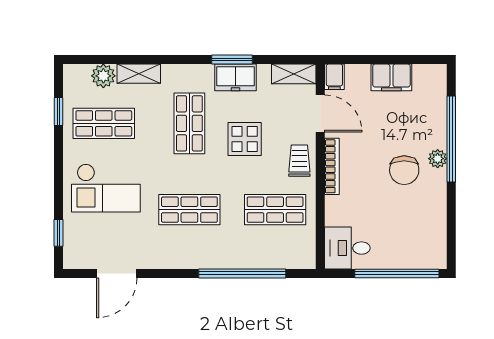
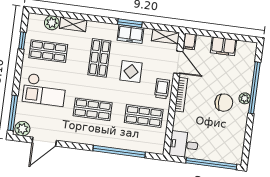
chair: (404, 170) -> (224, 103), turned -90
window: (58, 233) -> (13, 113), width x2.17
plant: (78, 257) -> (22, 129), added

